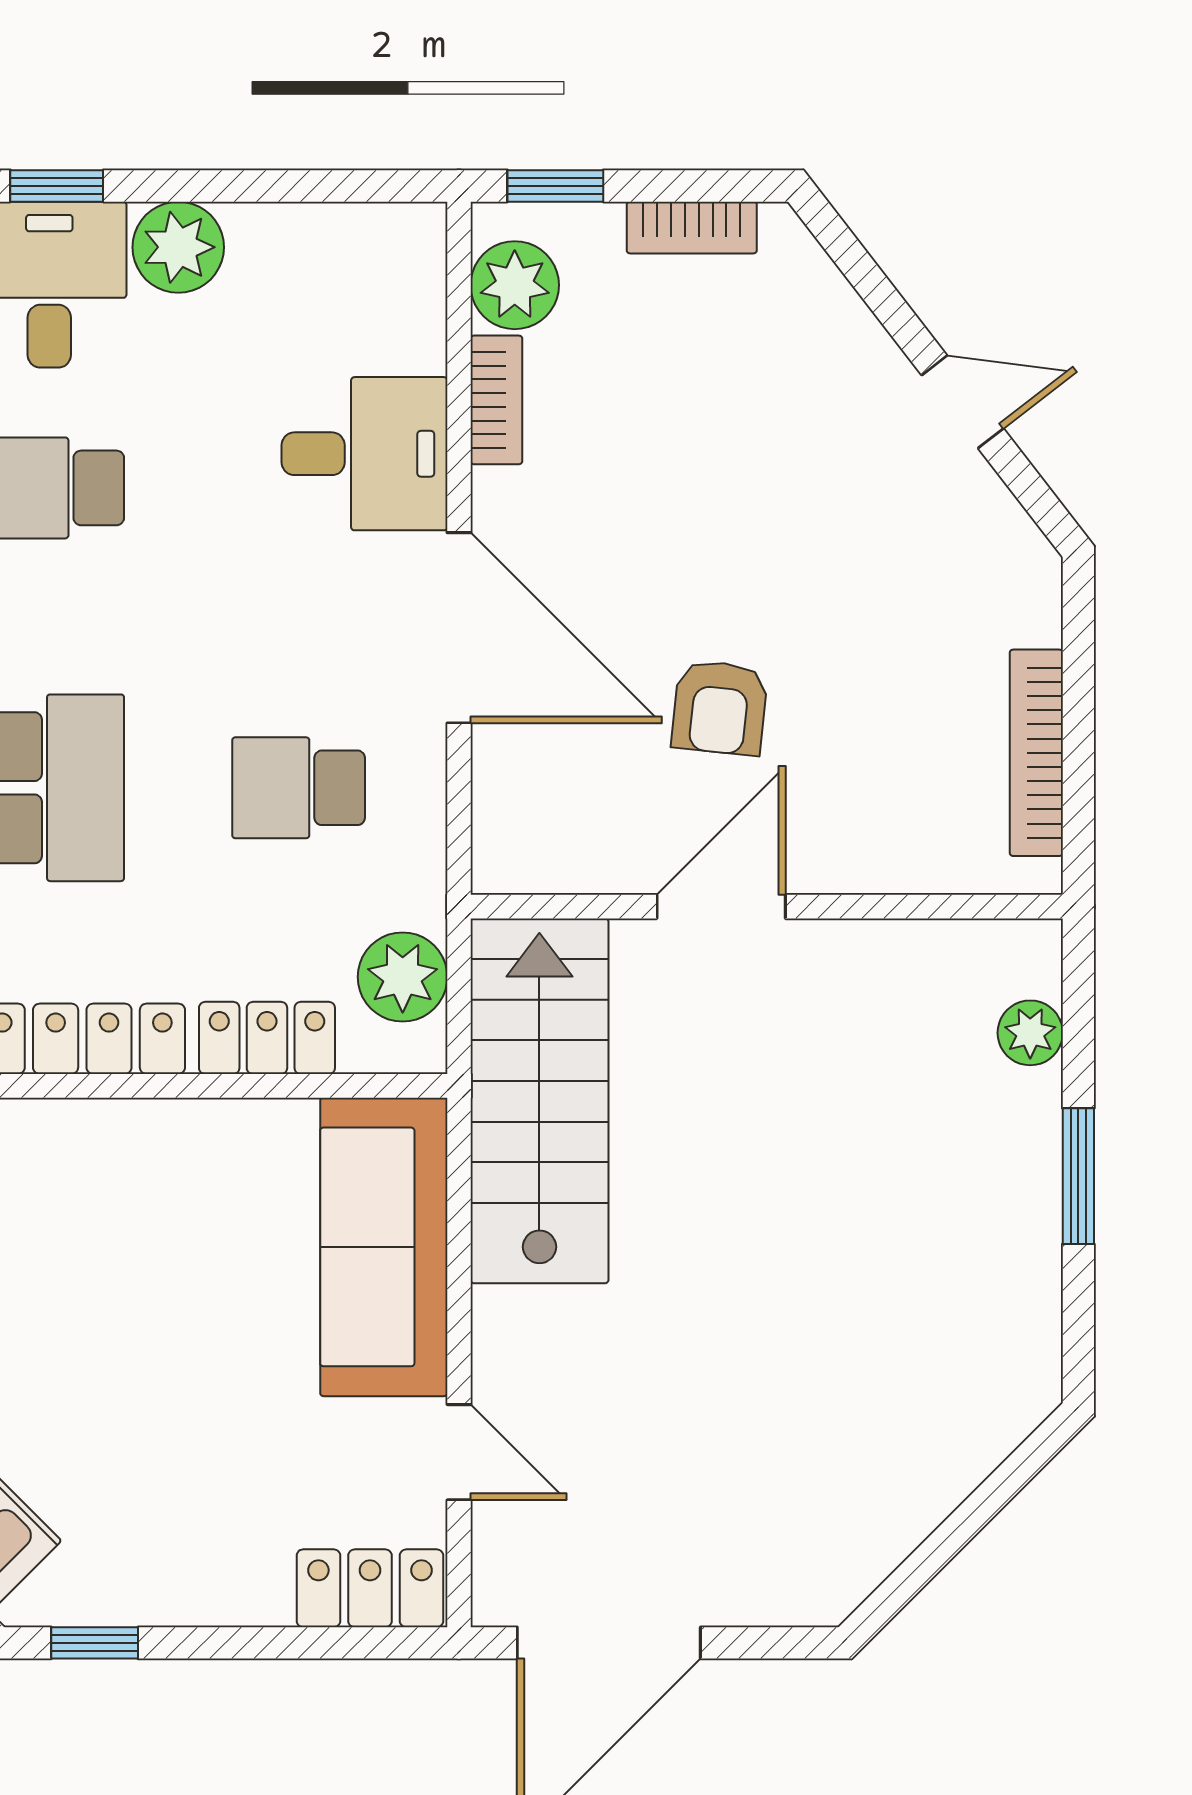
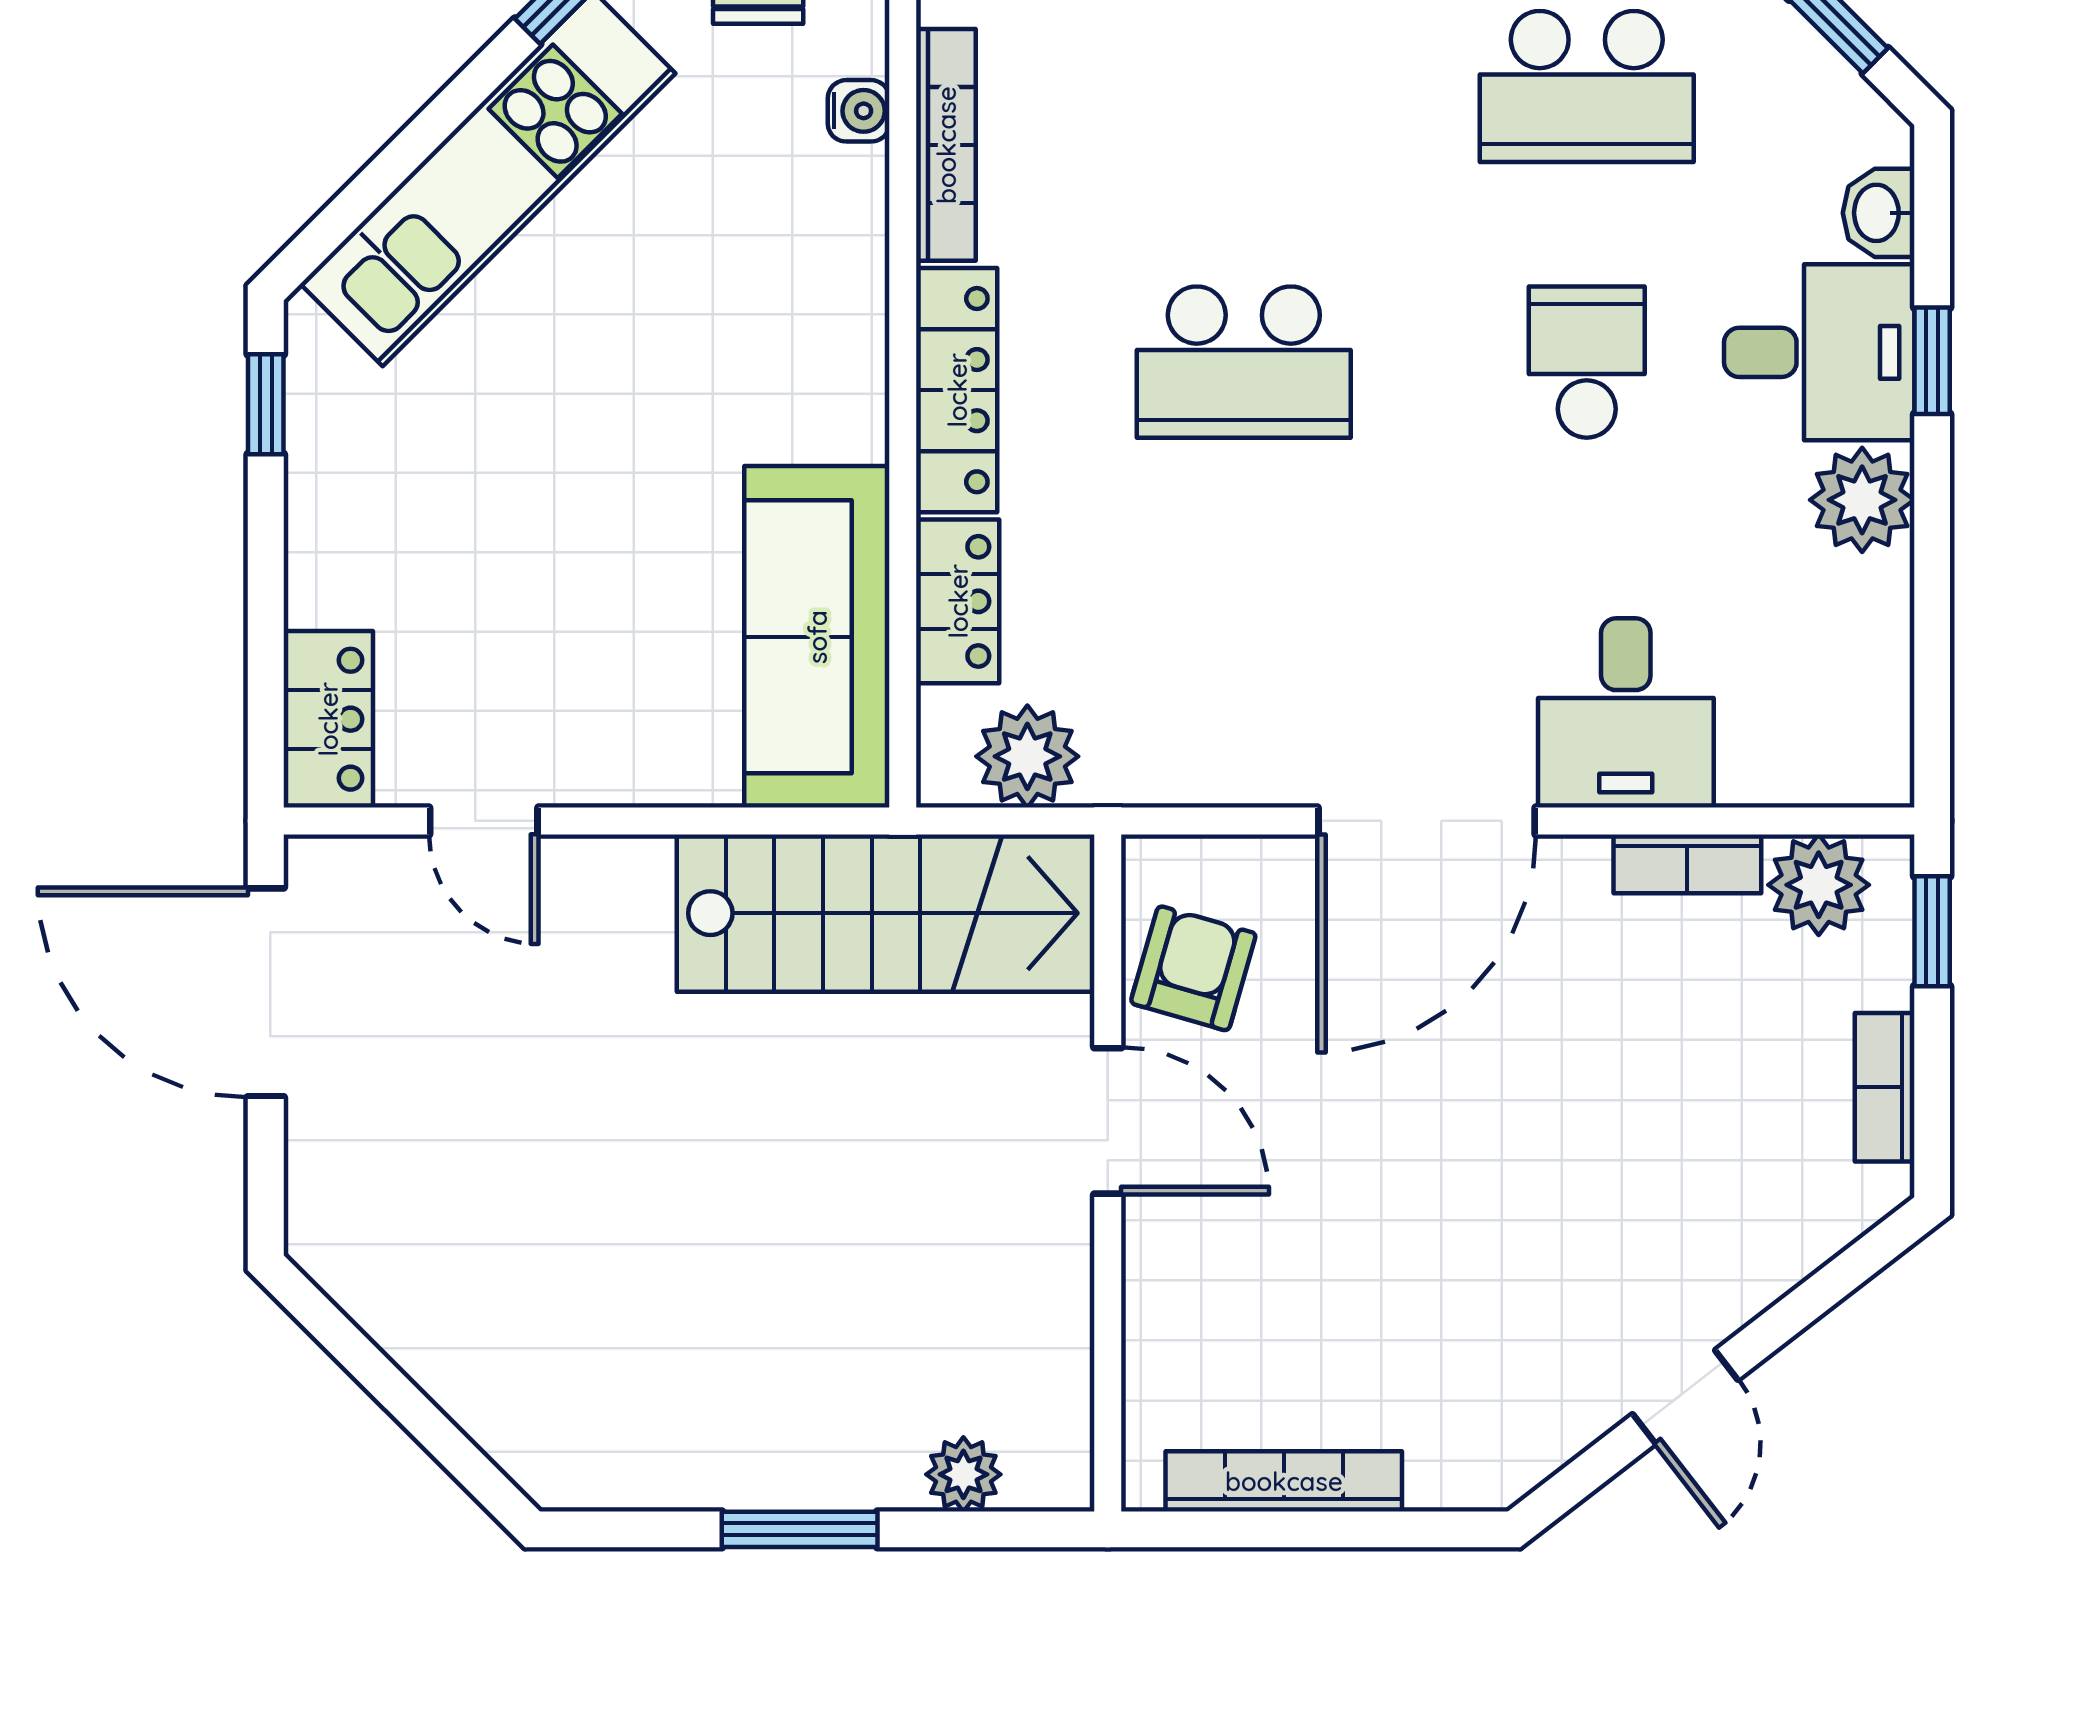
armchair: (720, 708) -> (1193, 968), moved, turned 100
school desk: (299, 788) -> (1244, 638), removed
sofa: (384, 1247) -> (817, 637), moved, turned -90
door: (459, 1452) -> (484, 821), hinge flipped

